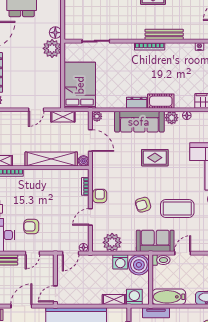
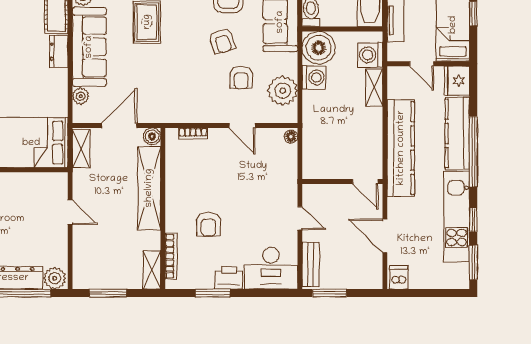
plant: (97, 116) -> (81, 96), moved
shelving: (63, 117) -> (81, 148), moved
armchair: (100, 196) -> (241, 78), moved, turned -90
armchair: (31, 226) -> (208, 224), moved
door: (71, 253) -> (300, 157), removed

